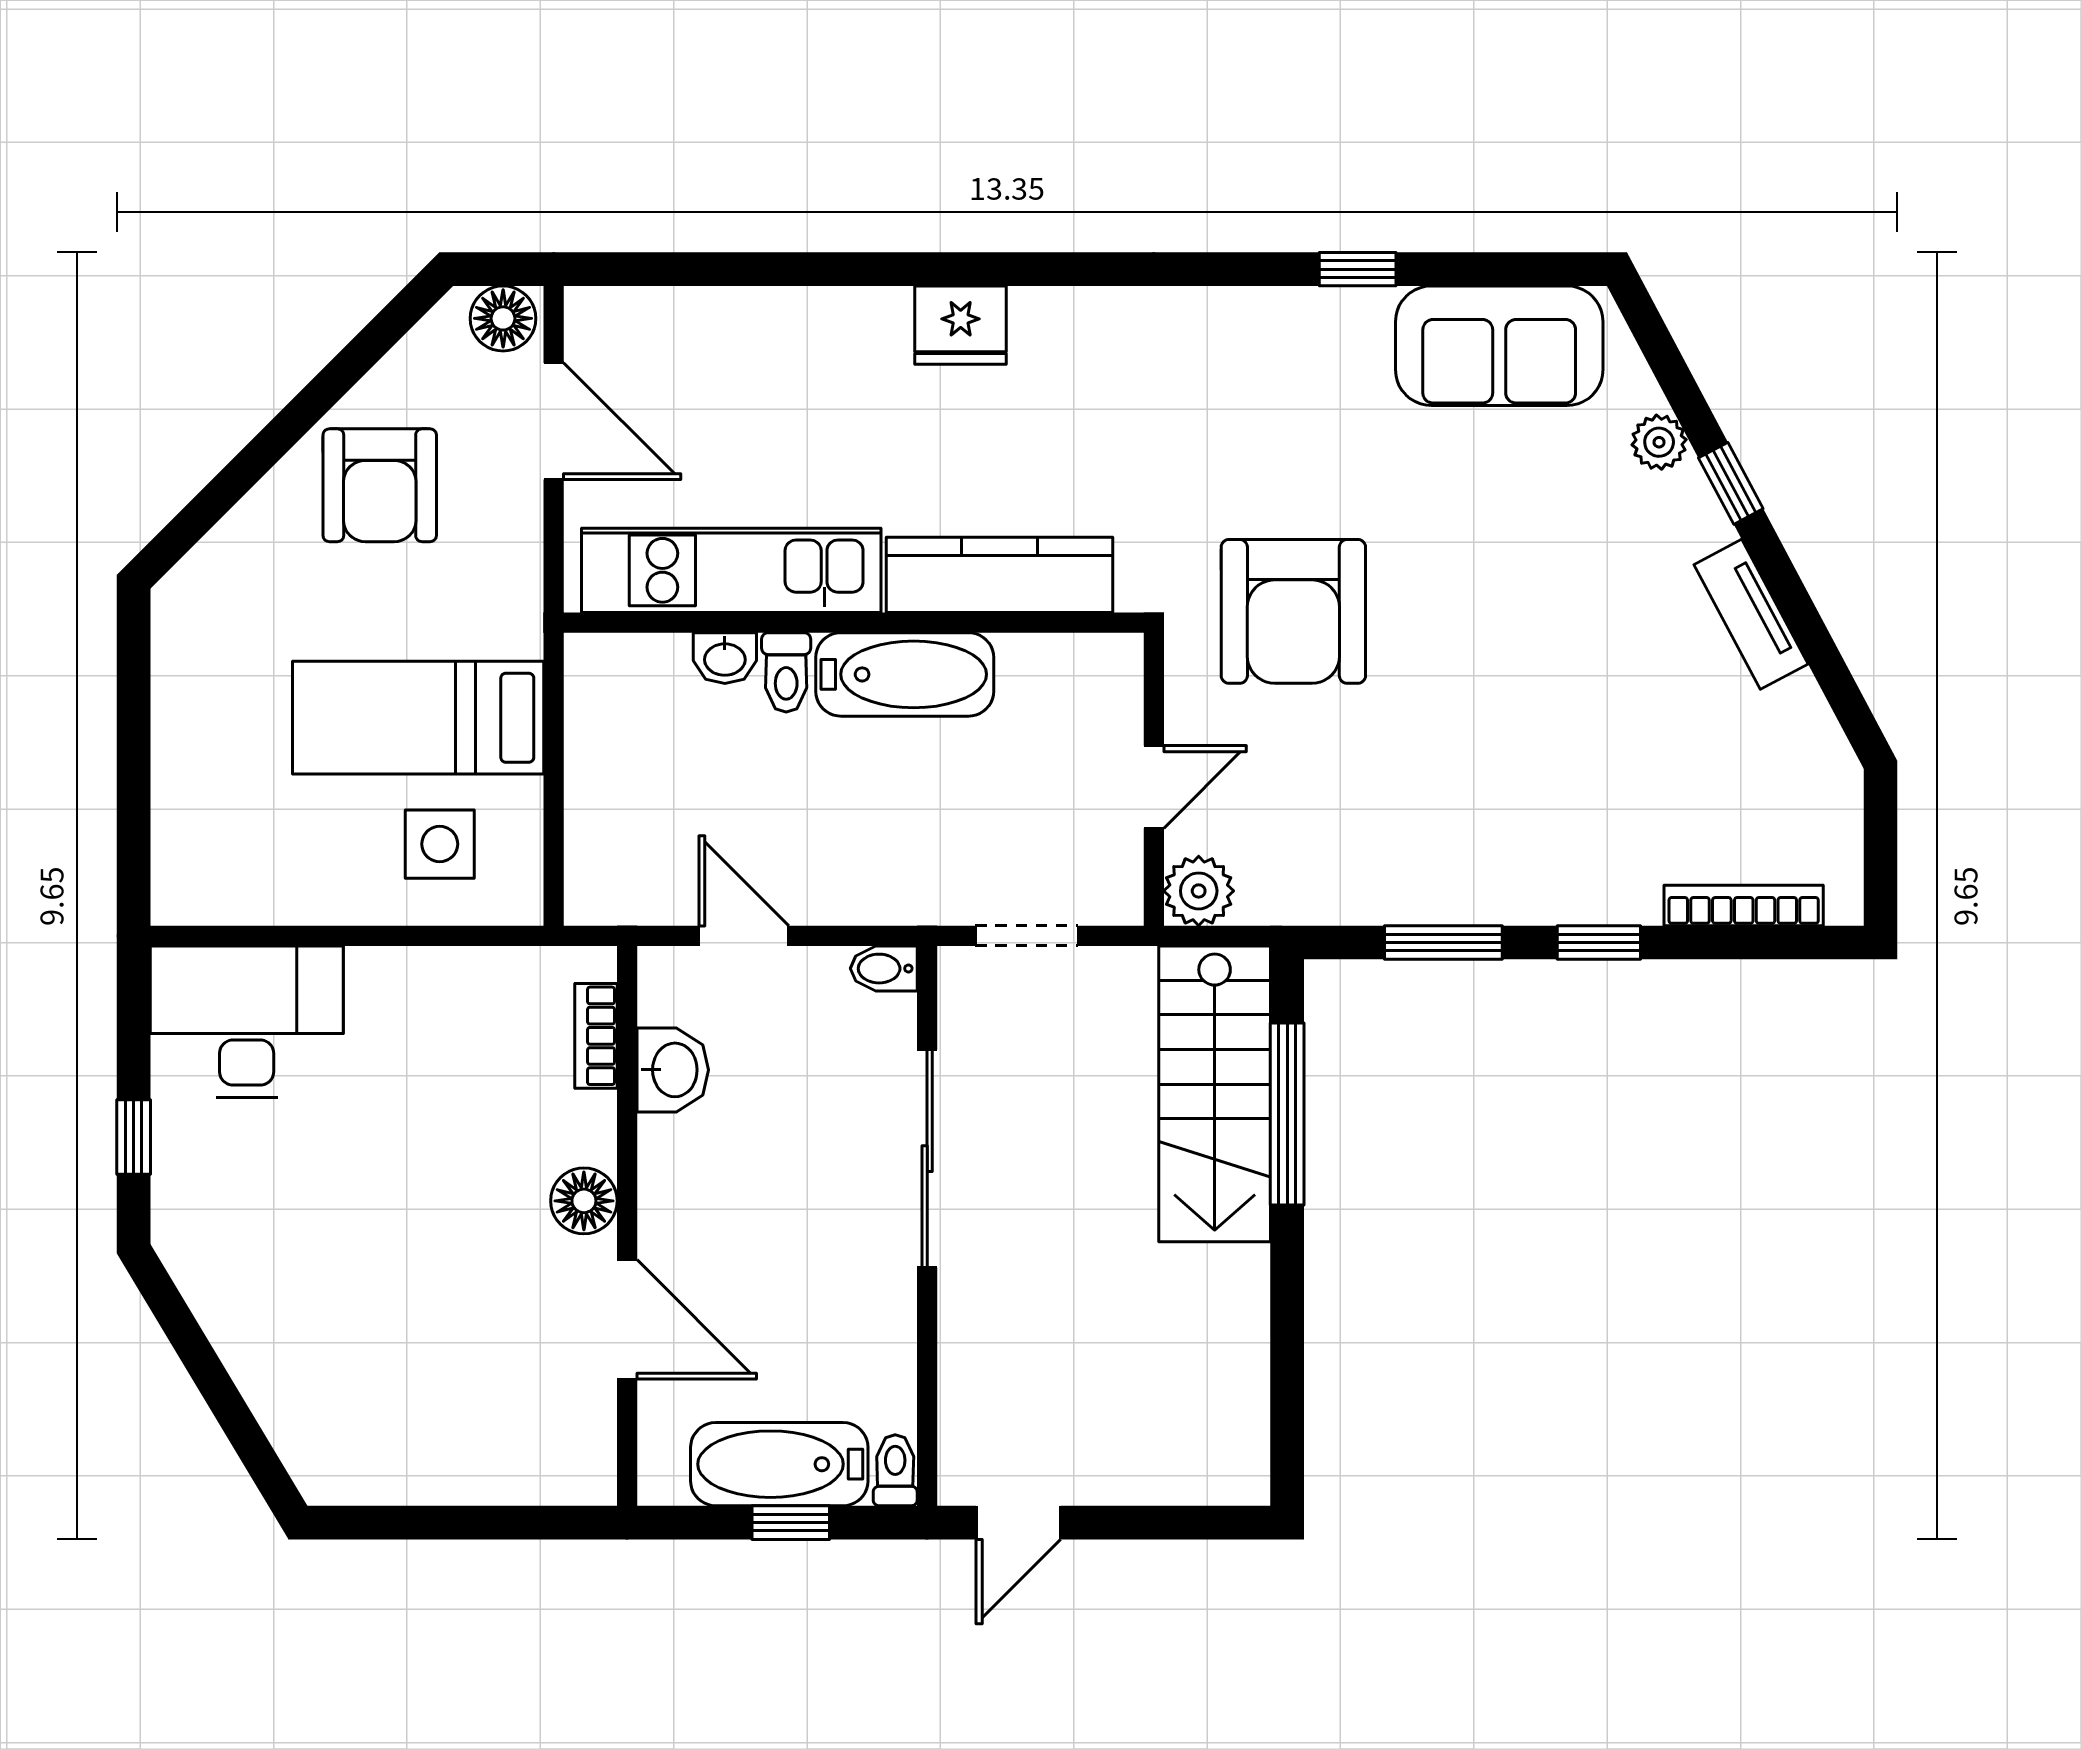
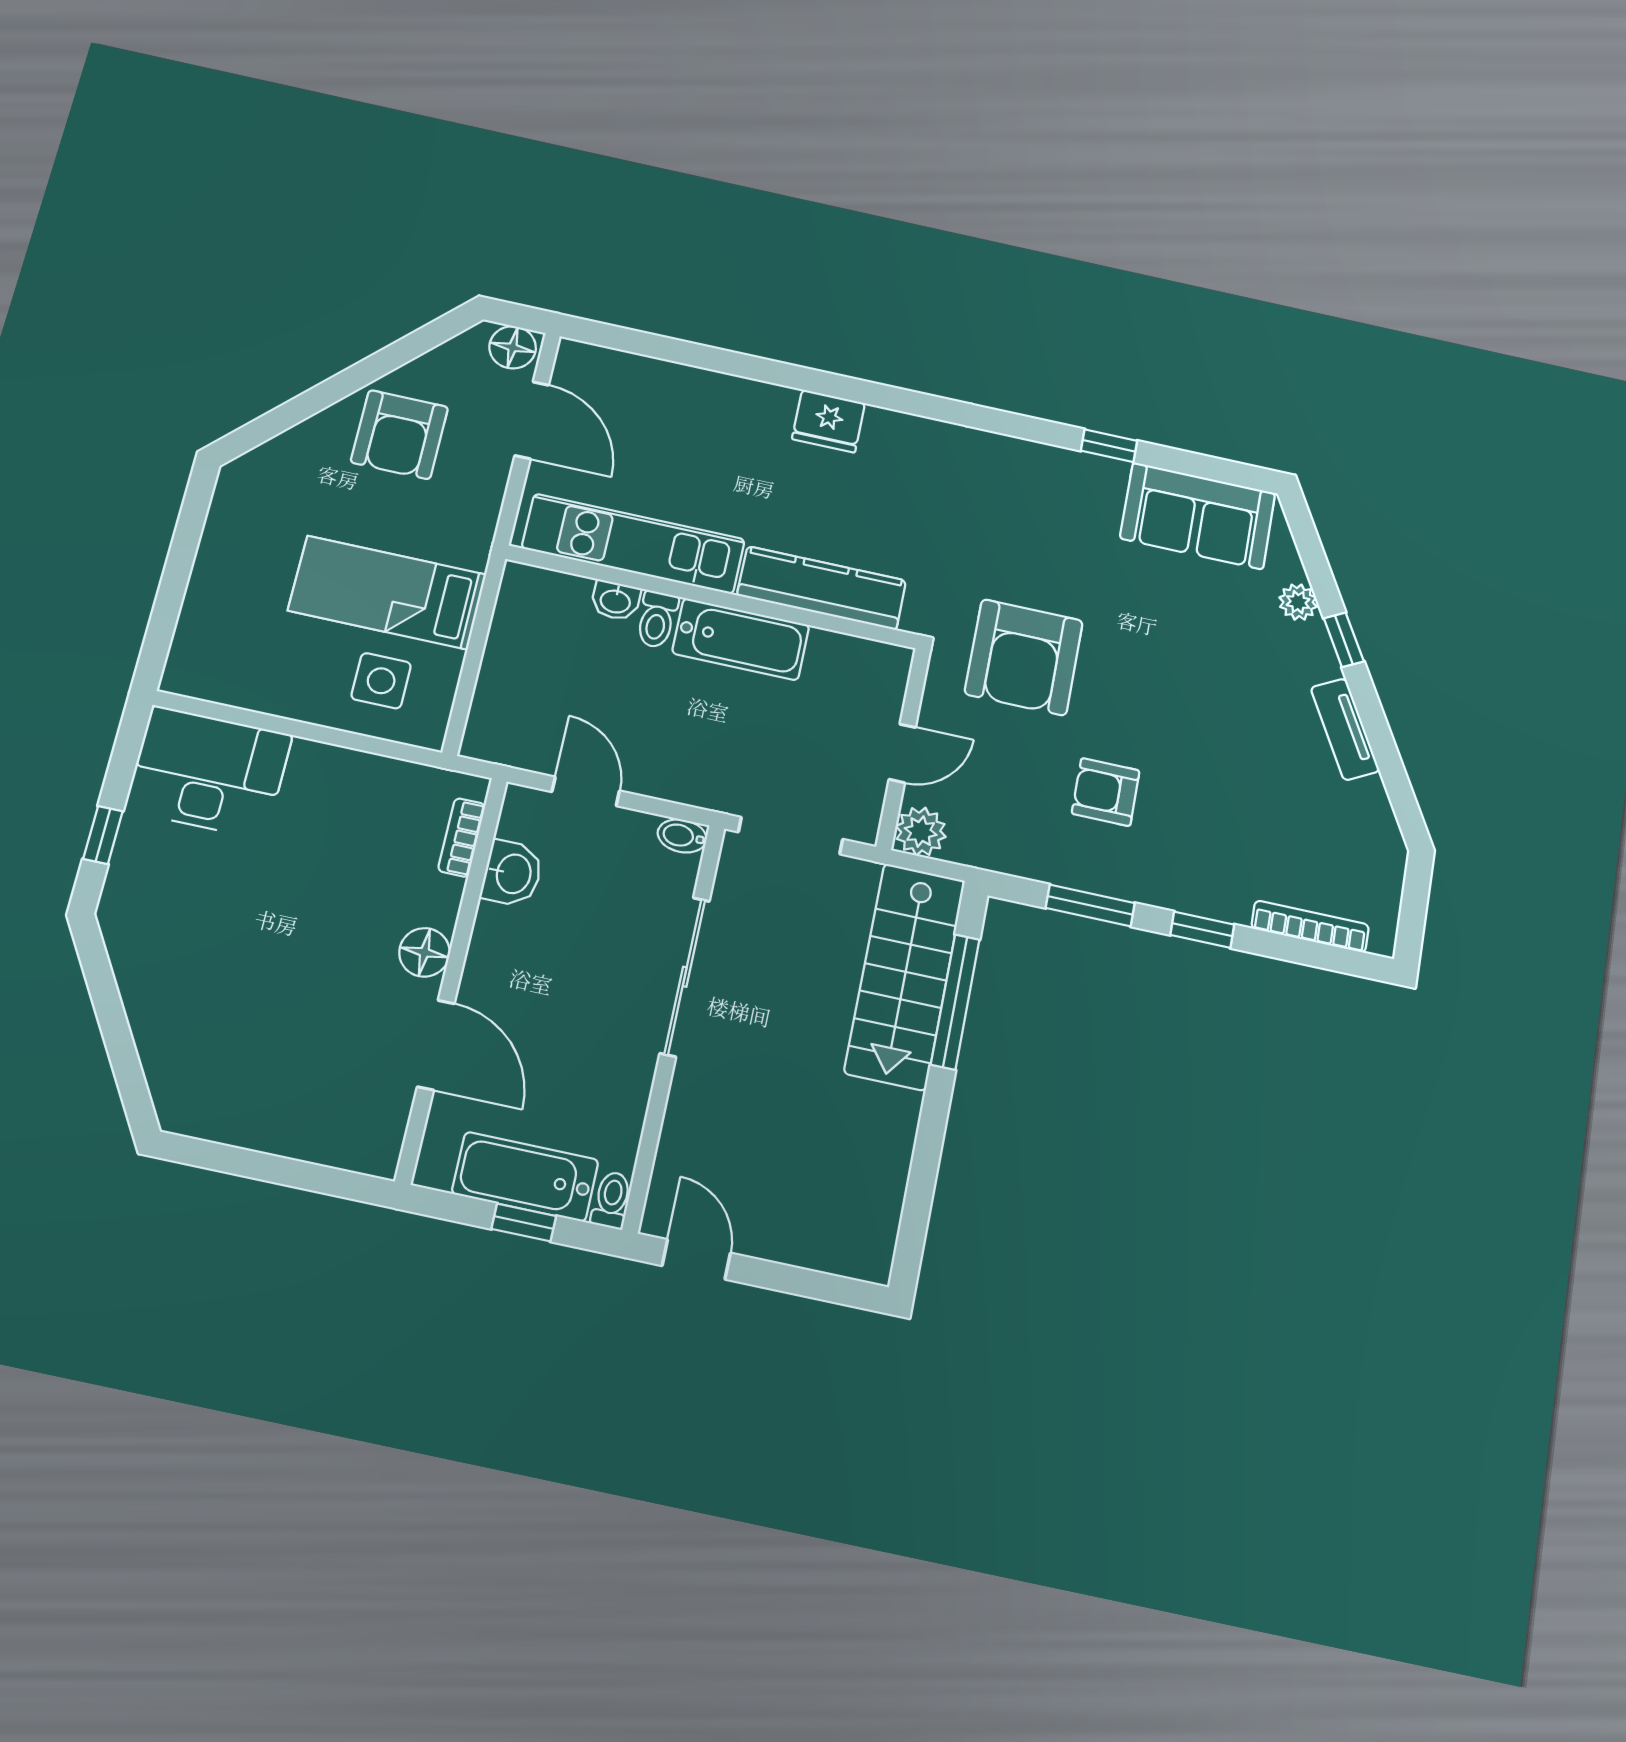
armchair: (1438, 779) -> (1106, 792), added
doorway: (1027, 936) -> (791, 836), width x1.38
door: (1018, 1523) -> (696, 1259), swing flipped

